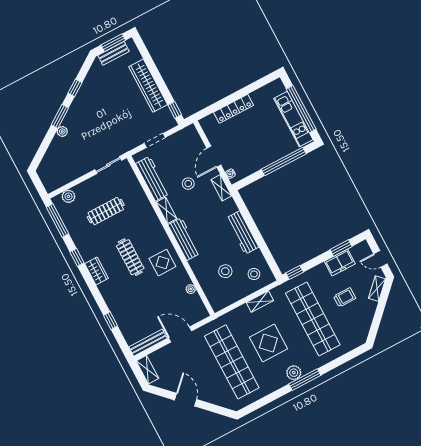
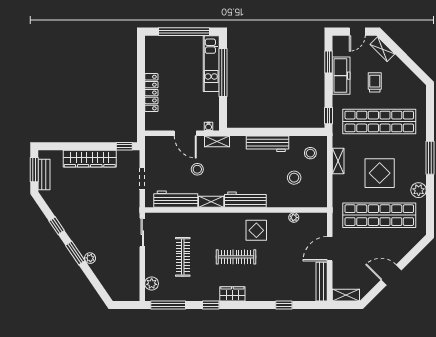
kitchen unit: (293, 119) -> (211, 64), moved, turned 90
freezer: (340, 263) -> (341, 76), width x1.40
plant: (294, 373) -> (419, 190), moved

